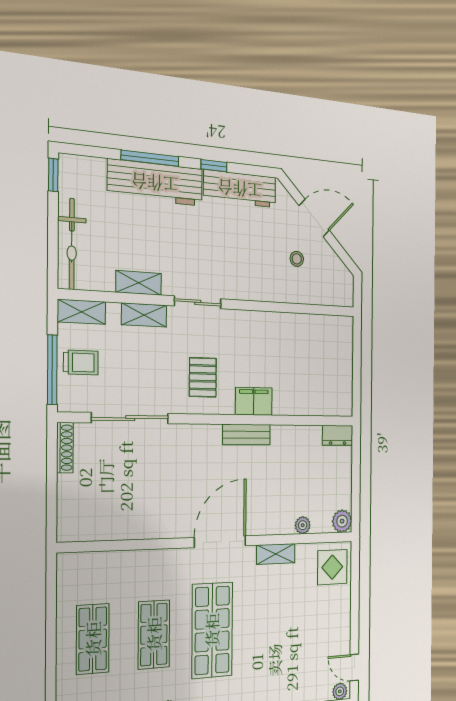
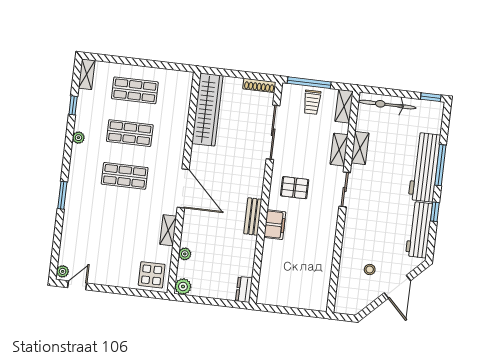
wardrobe: (109, 523) -> (207, 110), added
shop shelf: (212, 630) -> (125, 176), width x0.70, depth x0.74

